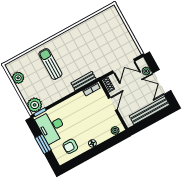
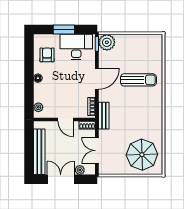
parasol: (107, 29) -> (142, 155), added
plant: (18, 78) -> (142, 41), removed
bench: (84, 81) -> (104, 116), moved
door: (67, 97) -> (97, 79), added

